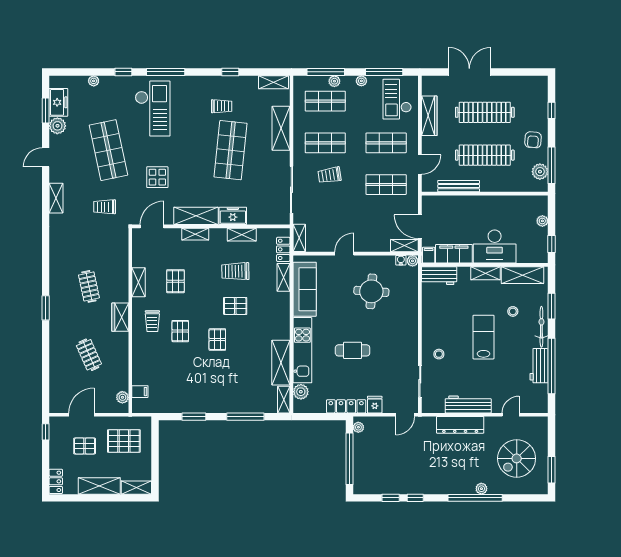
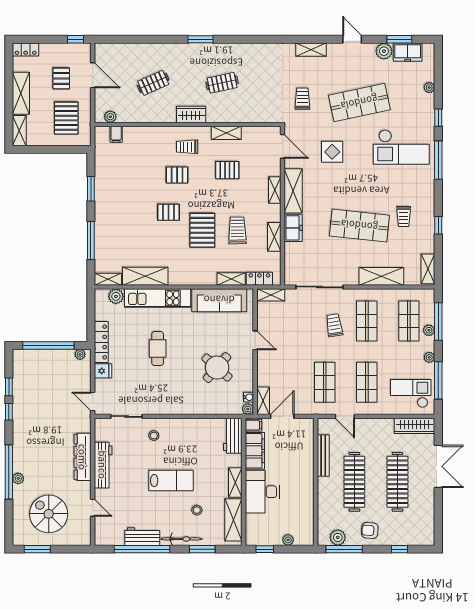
wardrobe: (429, 116) -> (415, 426), moved
round table: (371, 291) -> (217, 368), turned 37
pallet: (235, 306) -> (202, 230), width x1.50, depth x1.42

